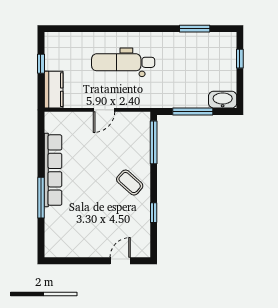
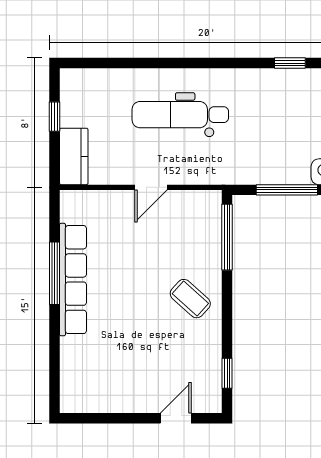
window: (195, 29) -> (290, 63), width x0.67
window: (41, 198) -> (54, 273), moved
window: (154, 213) -> (227, 373), moved

